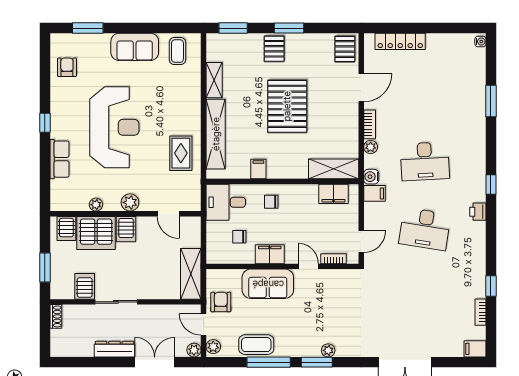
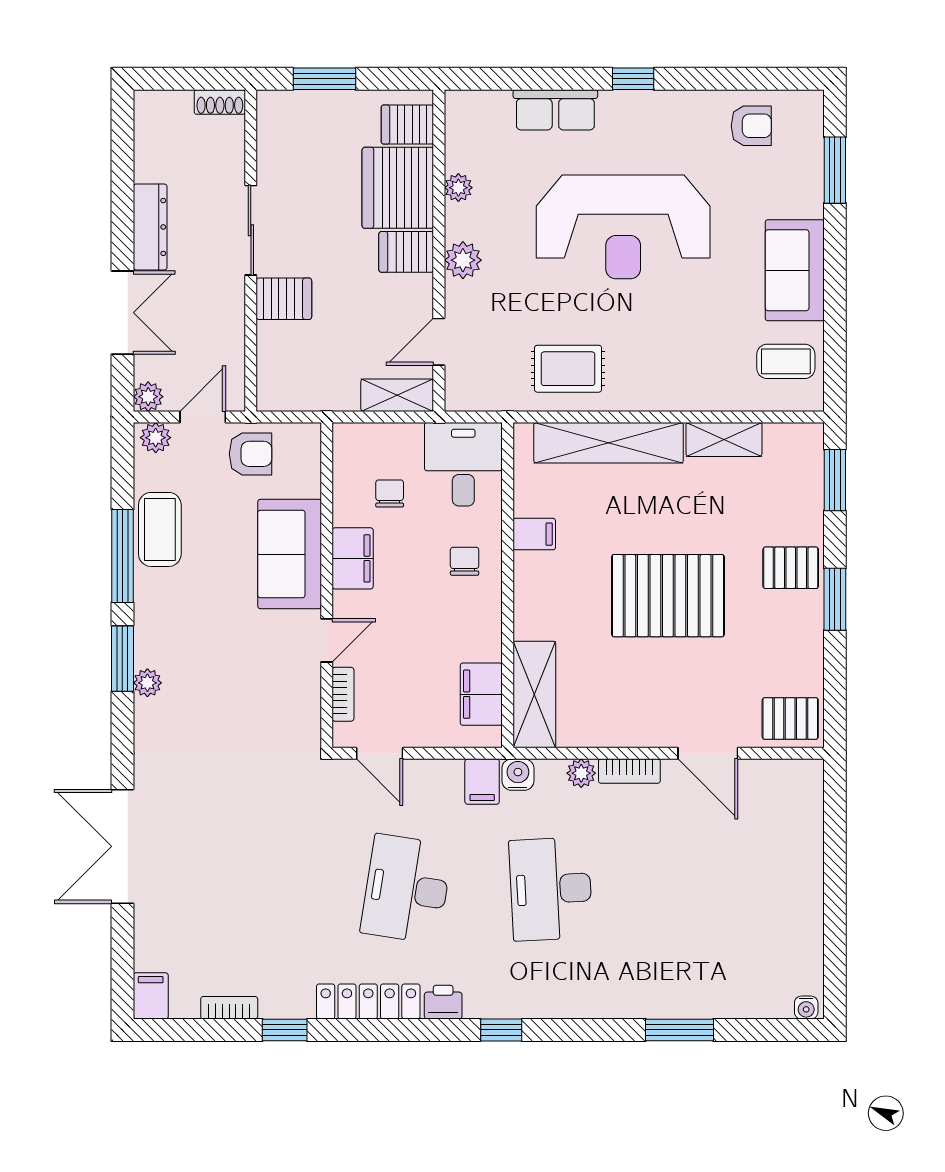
locker: (400, 41) -> (368, 1001), moved, turned 90
shelving: (191, 274) -> (397, 395), moved, width x0.67, depth x0.75
server rack: (85, 286) -> (284, 299), moved

